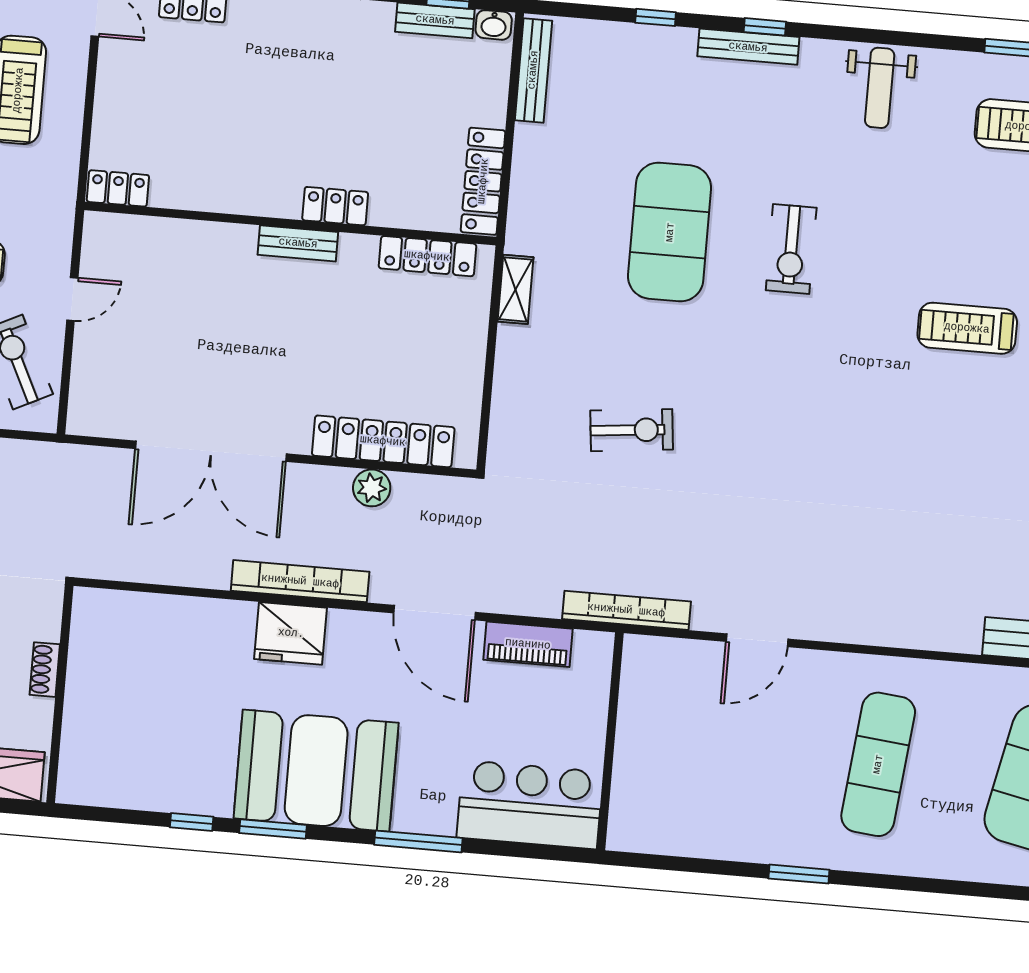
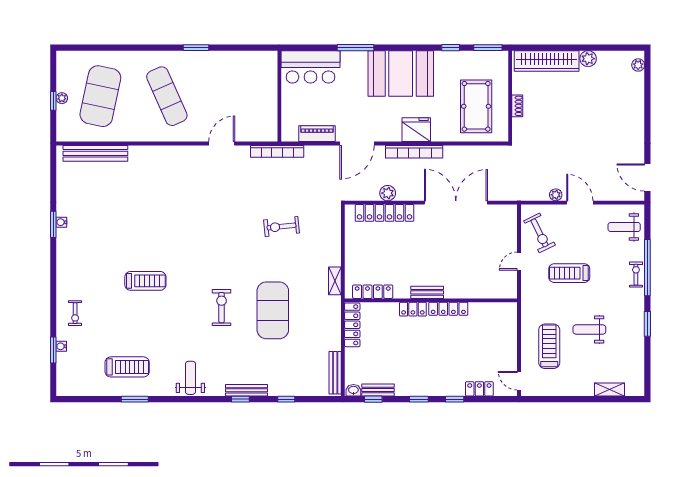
locker: (118, 188) -> (448, 309), moved, width x1.53
door: (435, 613) -> (357, 143), swing flipped
pool table: (143, 677) -> (476, 106), added
exercise mat: (878, 764) -> (167, 96), turned -30
window: (273, 829) -> (488, 48), moved

